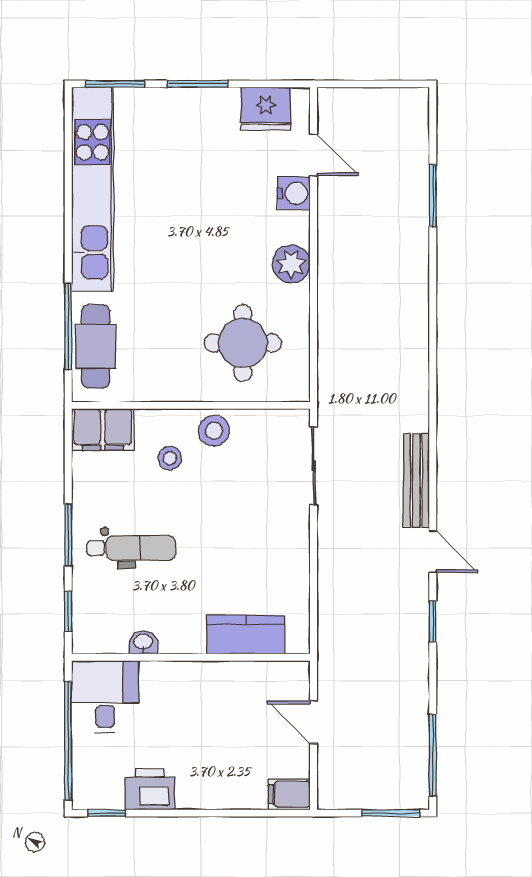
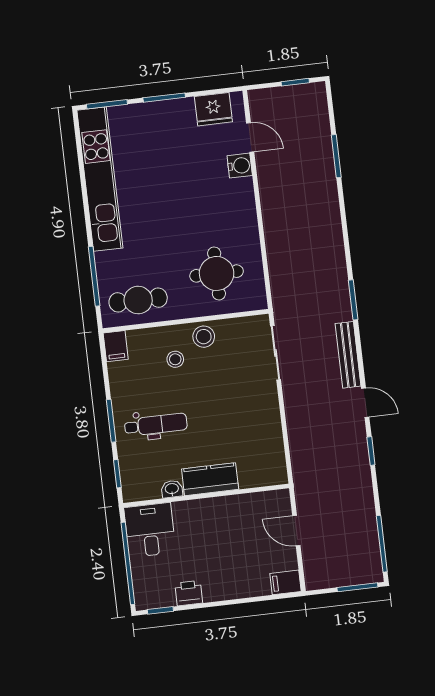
window: (387, 84) -> (295, 82), added
plant: (291, 264) -> (244, 215), removed
cafe table: (96, 346) -> (138, 300), moved, turned 90
window: (433, 403) -> (353, 300), added
filing cabinet: (103, 430) -> (116, 346), width x0.50
kitchen counter: (246, 635) -> (210, 479), moved
printer: (150, 789) -> (189, 593), width x0.73, depth x0.81

